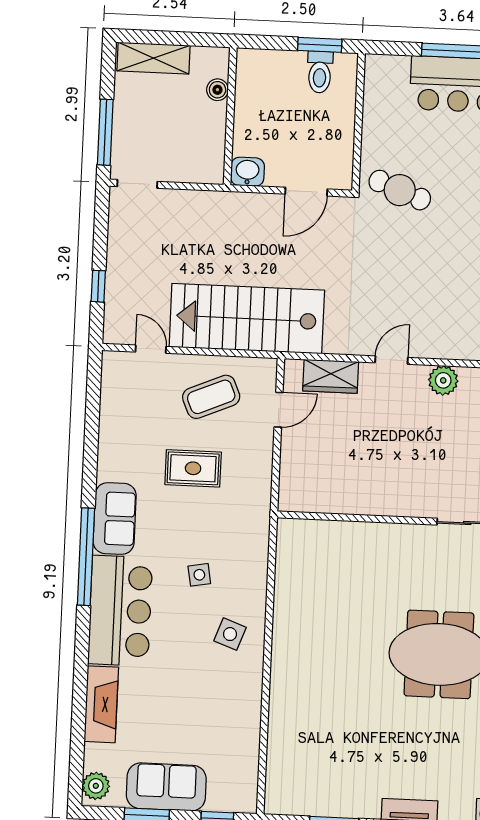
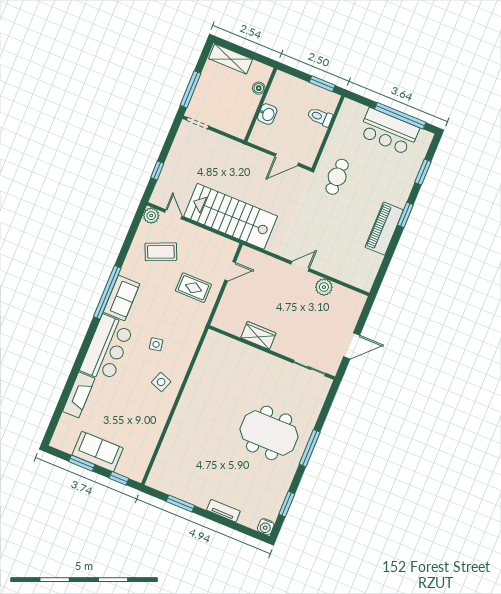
toilet: (320, 72) -> (320, 117), moved, turned 90
washbasin: (247, 172) -> (267, 114), moved, turned 90
cafe table: (400, 190) -> (337, 177), turned 69
wardrobe: (331, 376) -> (258, 335), moved, turned 180
coffee table: (211, 397) -> (161, 252), moved
rug: (193, 468) -> (193, 288), moved
window: (86, 557) -> (107, 292), moved
plant: (96, 786) -> (151, 216), moved

